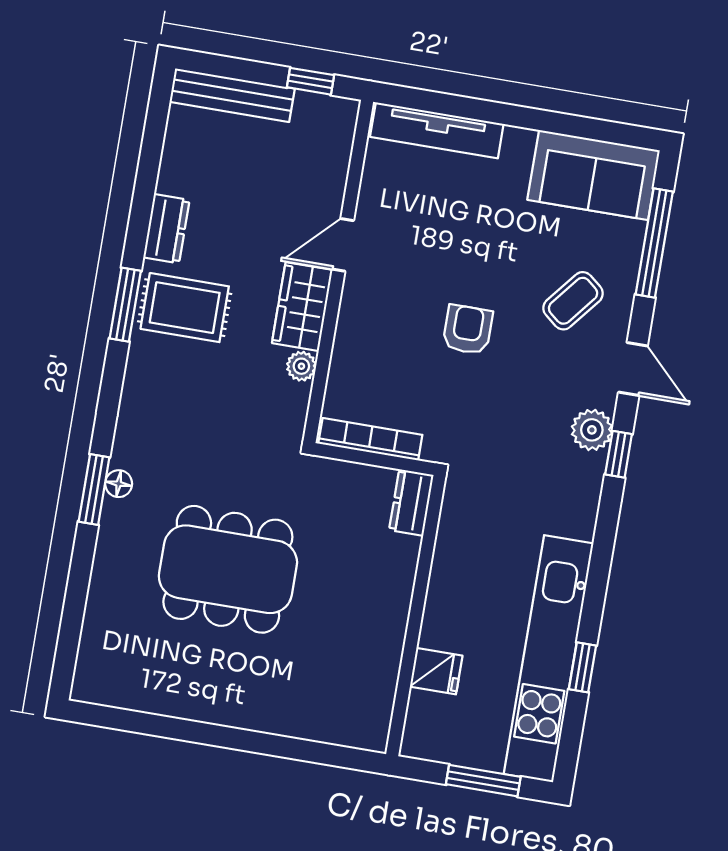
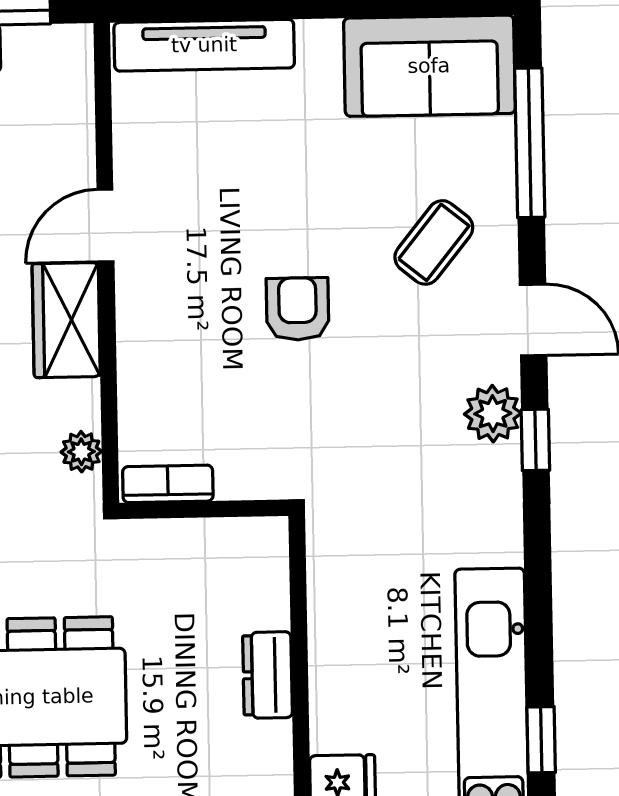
plant: (301, 366) -> (81, 452), moved
bookcase: (370, 439) -> (168, 484), width x0.64
dresser: (411, 503) -> (267, 675), moved

